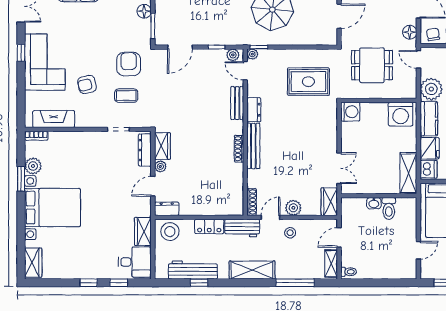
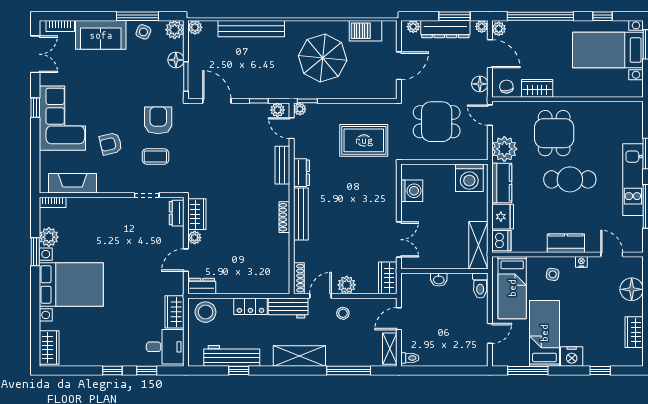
door: (180, 47) -> (217, 101), swing flipped
washing machine: (350, 112) -> (412, 191), moved
dresser: (145, 150) -> (177, 213), width x0.70
toilet: (389, 208) -> (480, 286), moved

